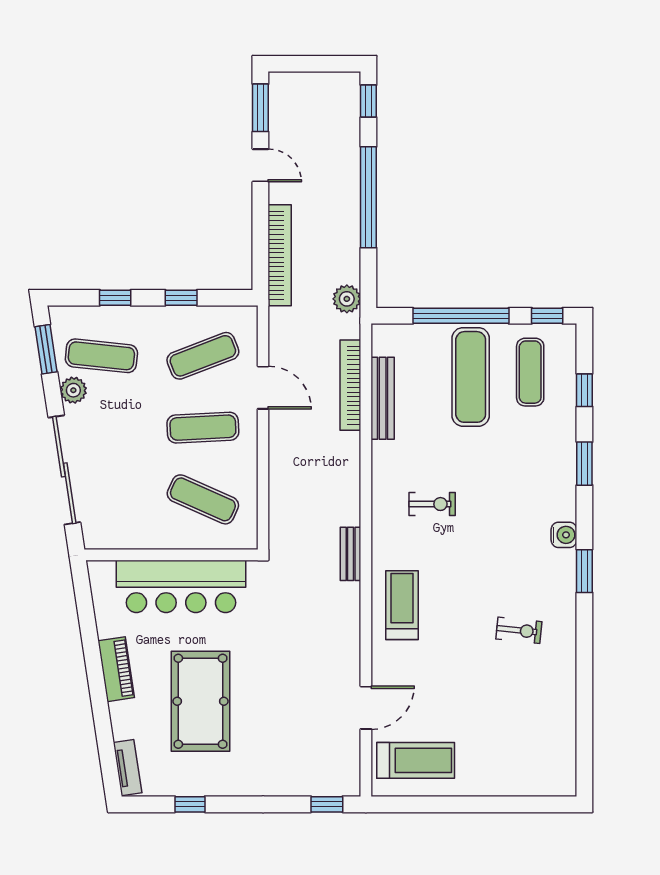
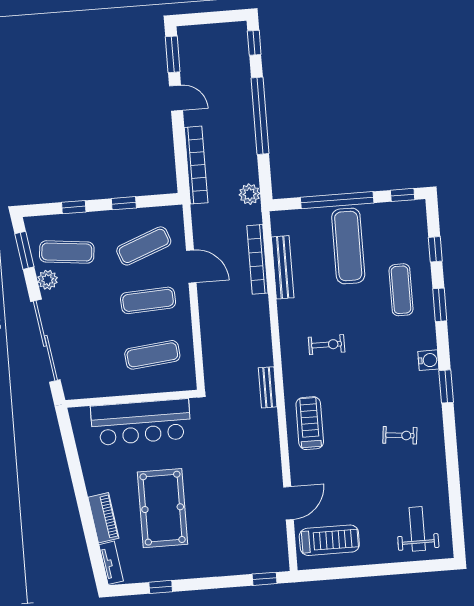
exercise mat: (530, 372) -> (401, 290), moved
exercise mat: (203, 499) -> (152, 355), turned -30
piano: (116, 669) -> (103, 518), moved
weight bench: (532, 755) -> (417, 529), added

